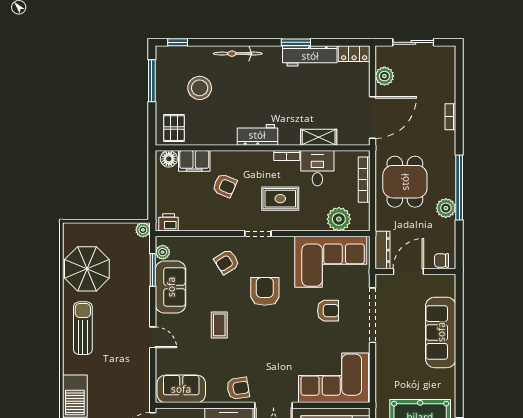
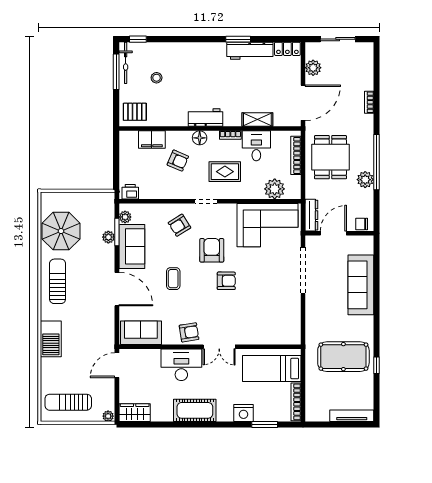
bicycle: (238, 54) -> (126, 63), moved, turned -90
stool: (200, 88) -> (157, 78), width x0.53, depth x0.53
pallet: (174, 128) -> (135, 112), turned 90
floor lamp: (169, 159) -> (200, 138), moved
plant: (143, 230) -> (108, 237), moved
armchair: (328, 311) -> (226, 281), moved
door: (153, 337) -> (117, 289), width x1.88
corner sofa: (333, 378) -> (270, 323), removed

